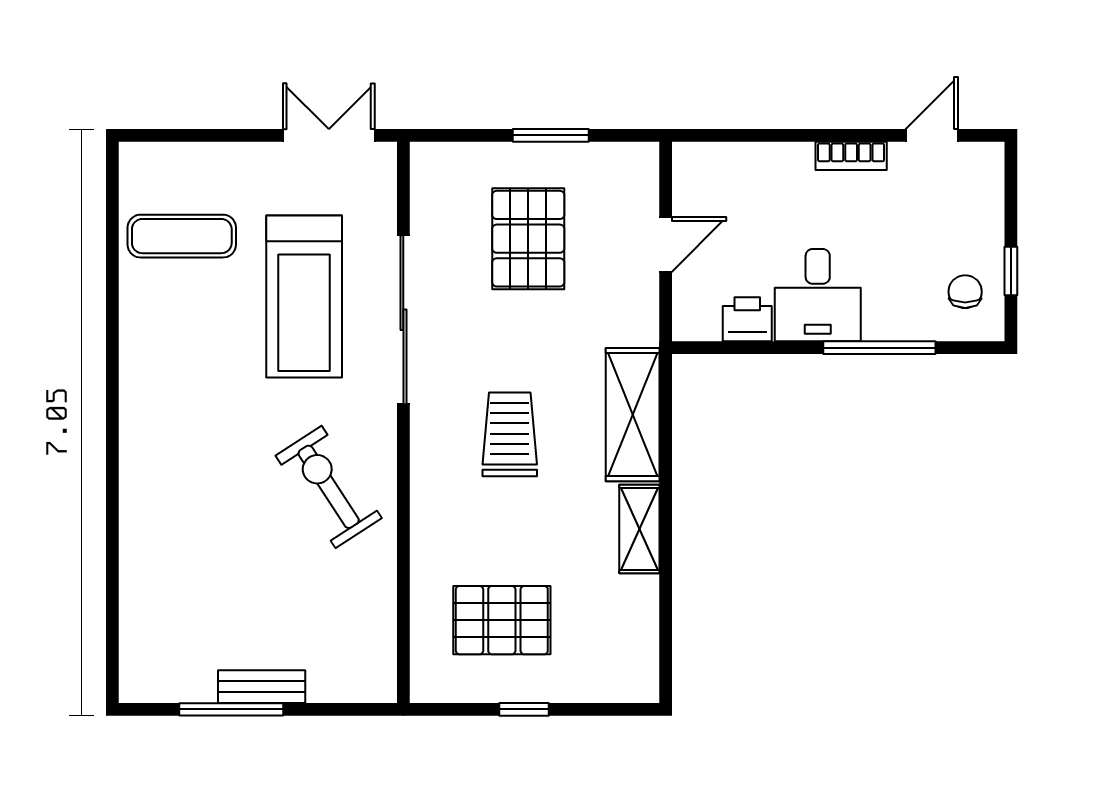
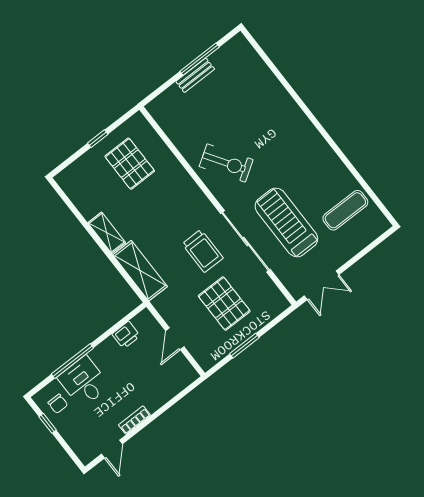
desk: (818, 295) -> (84, 382), moved
trolley: (510, 434) -> (203, 251), moved
pallet: (502, 620) -> (130, 164), turned 90

